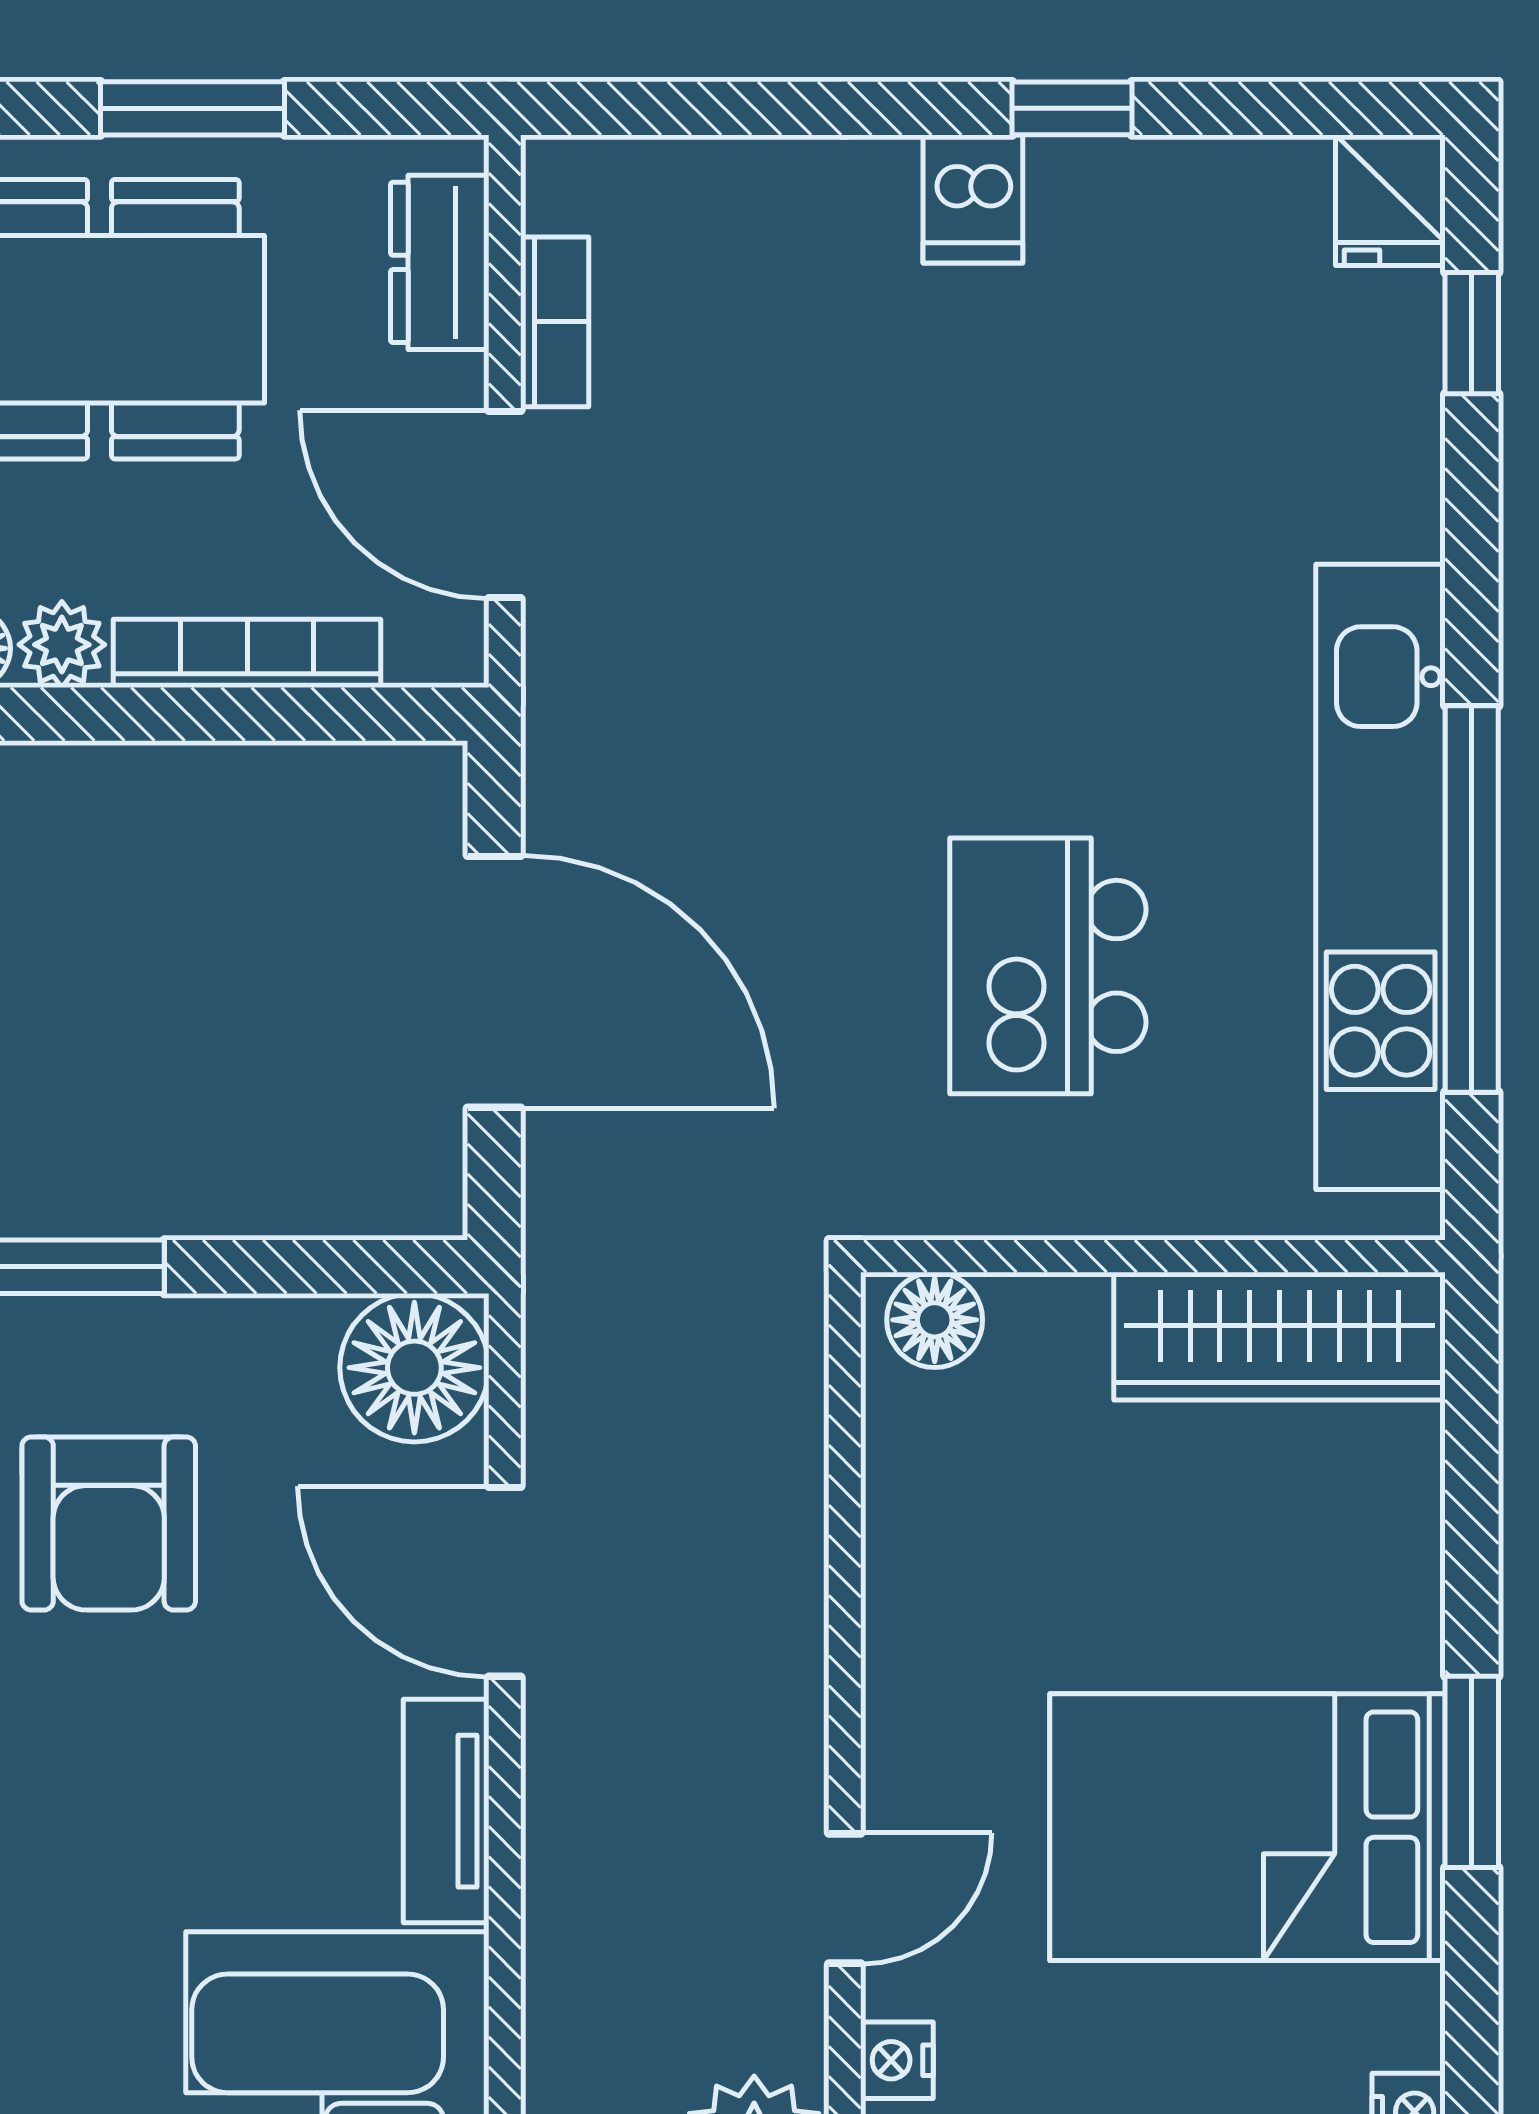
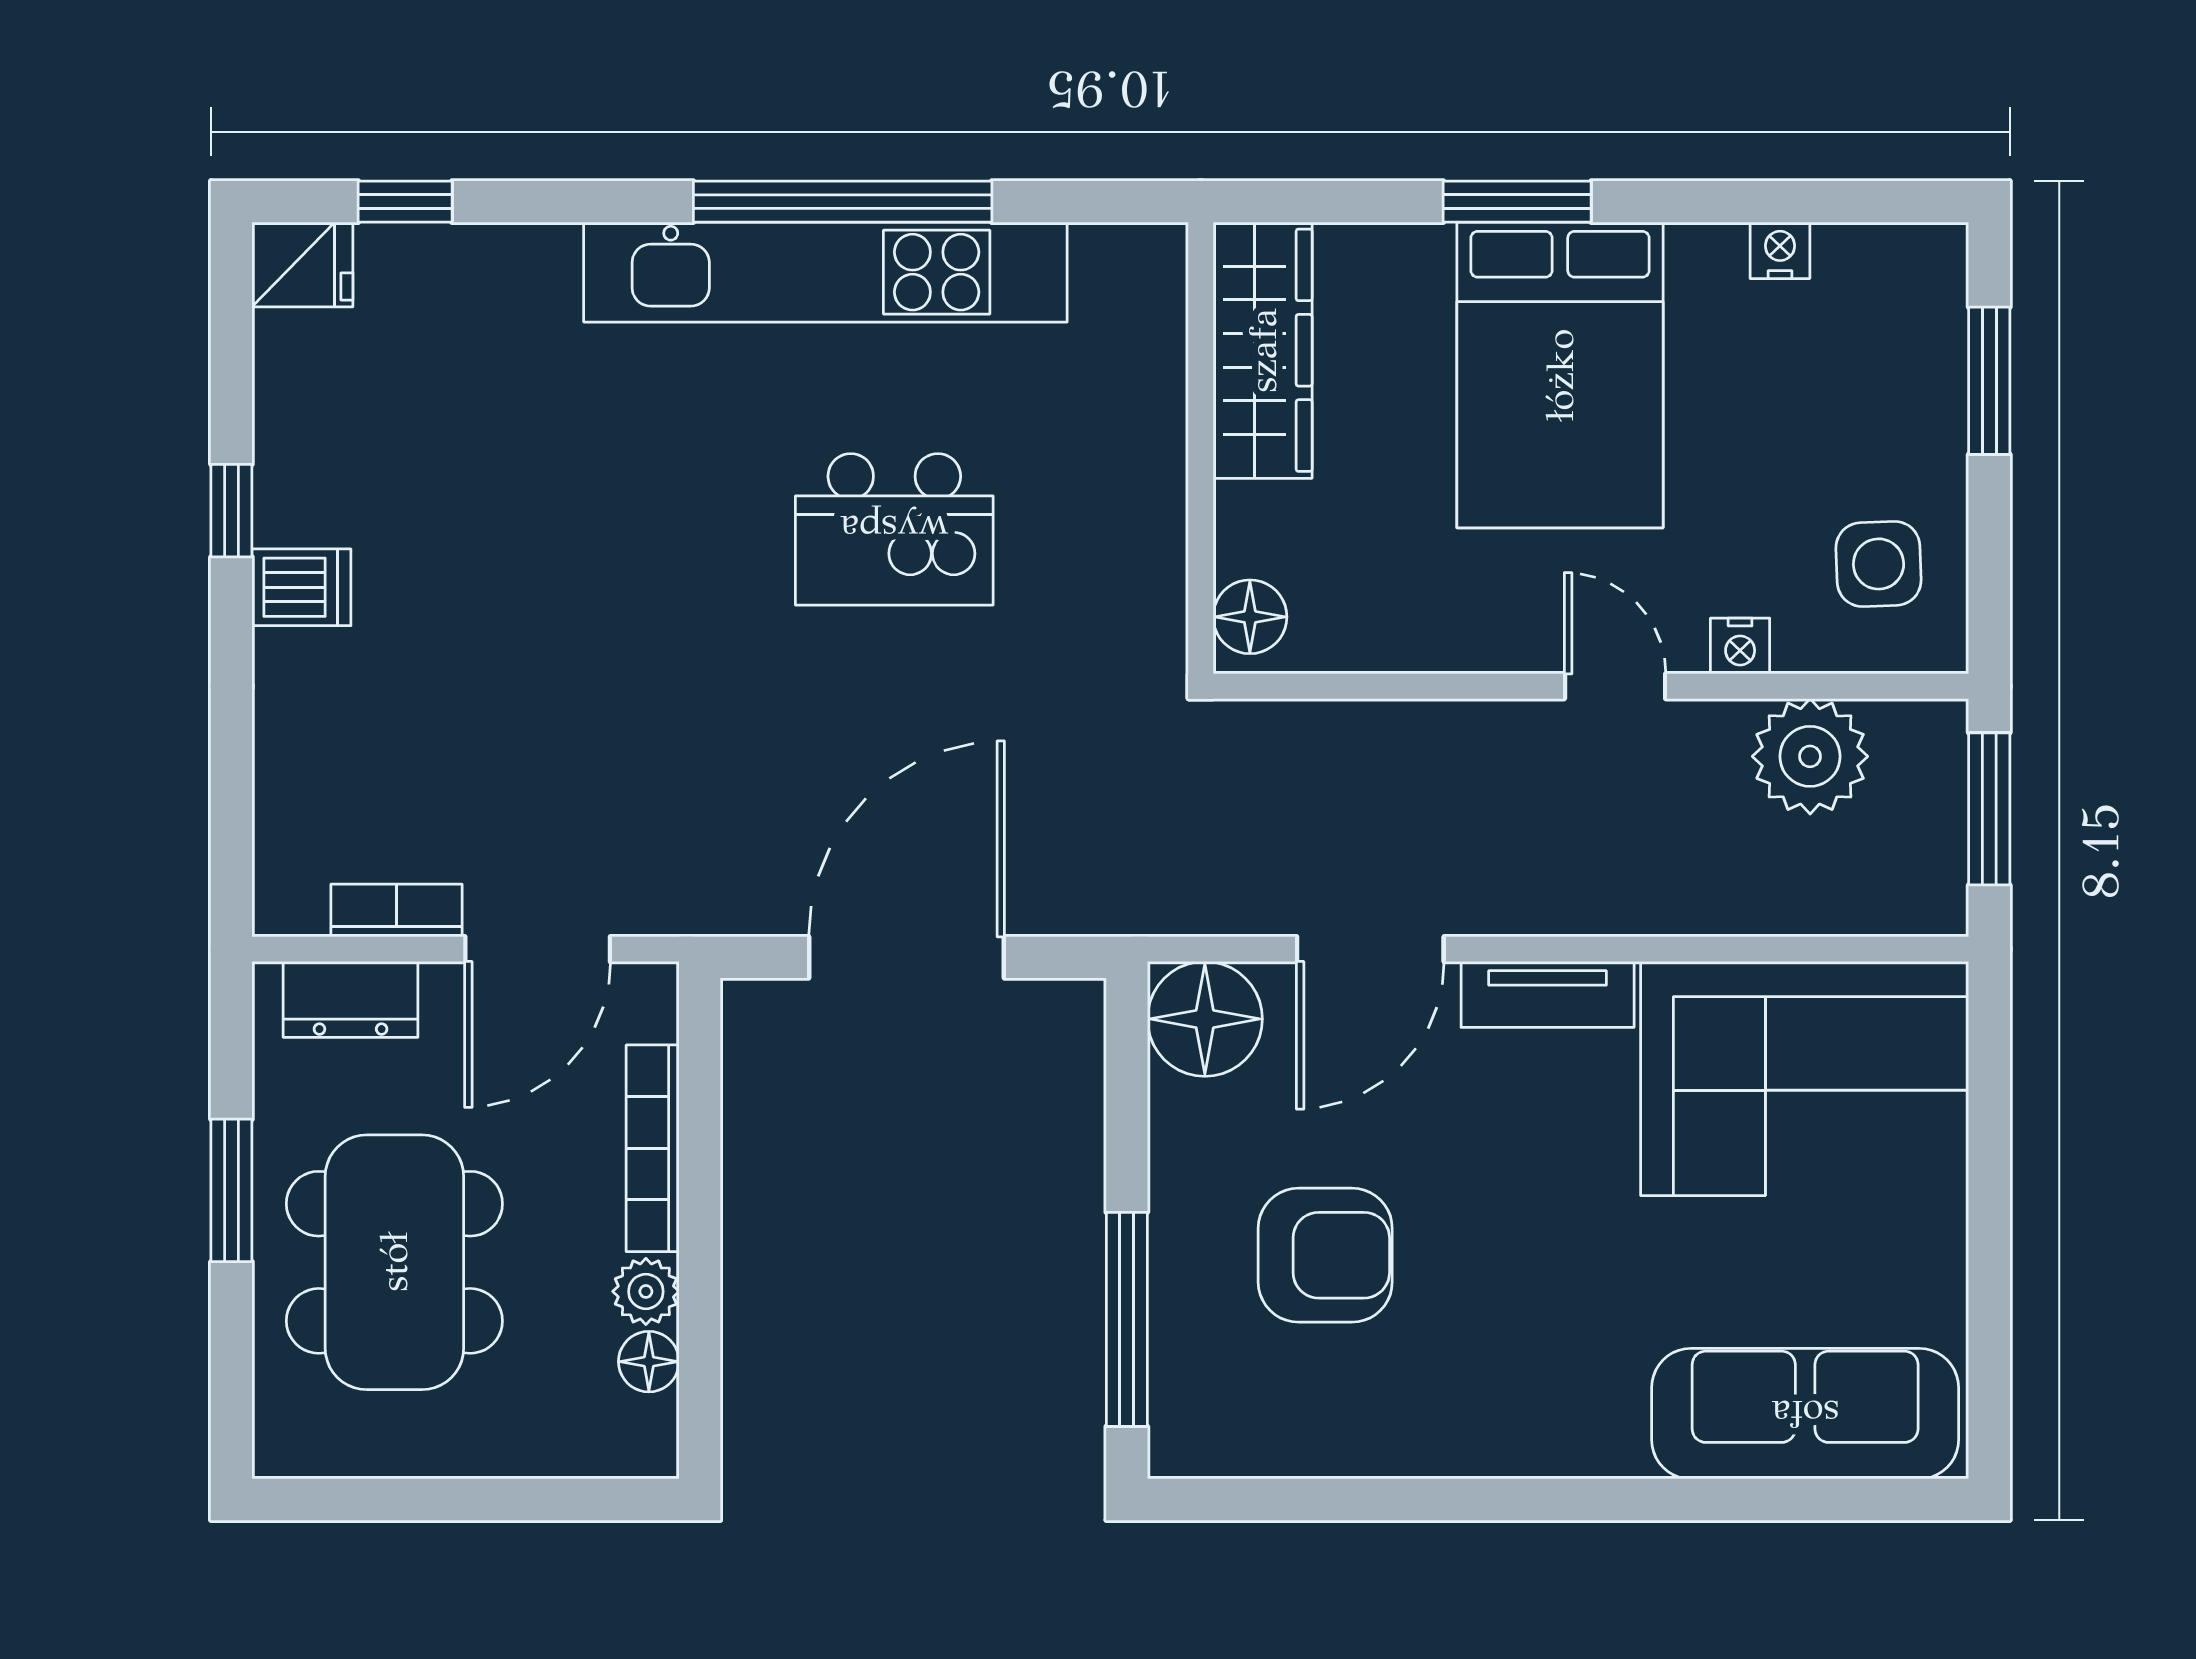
wall: (1153, 1256) -> (1201, 448), moved
floor lamp: (935, 1320) -> (1250, 617), moved
wardrobe: (1280, 1336) -> (1263, 350), moved

